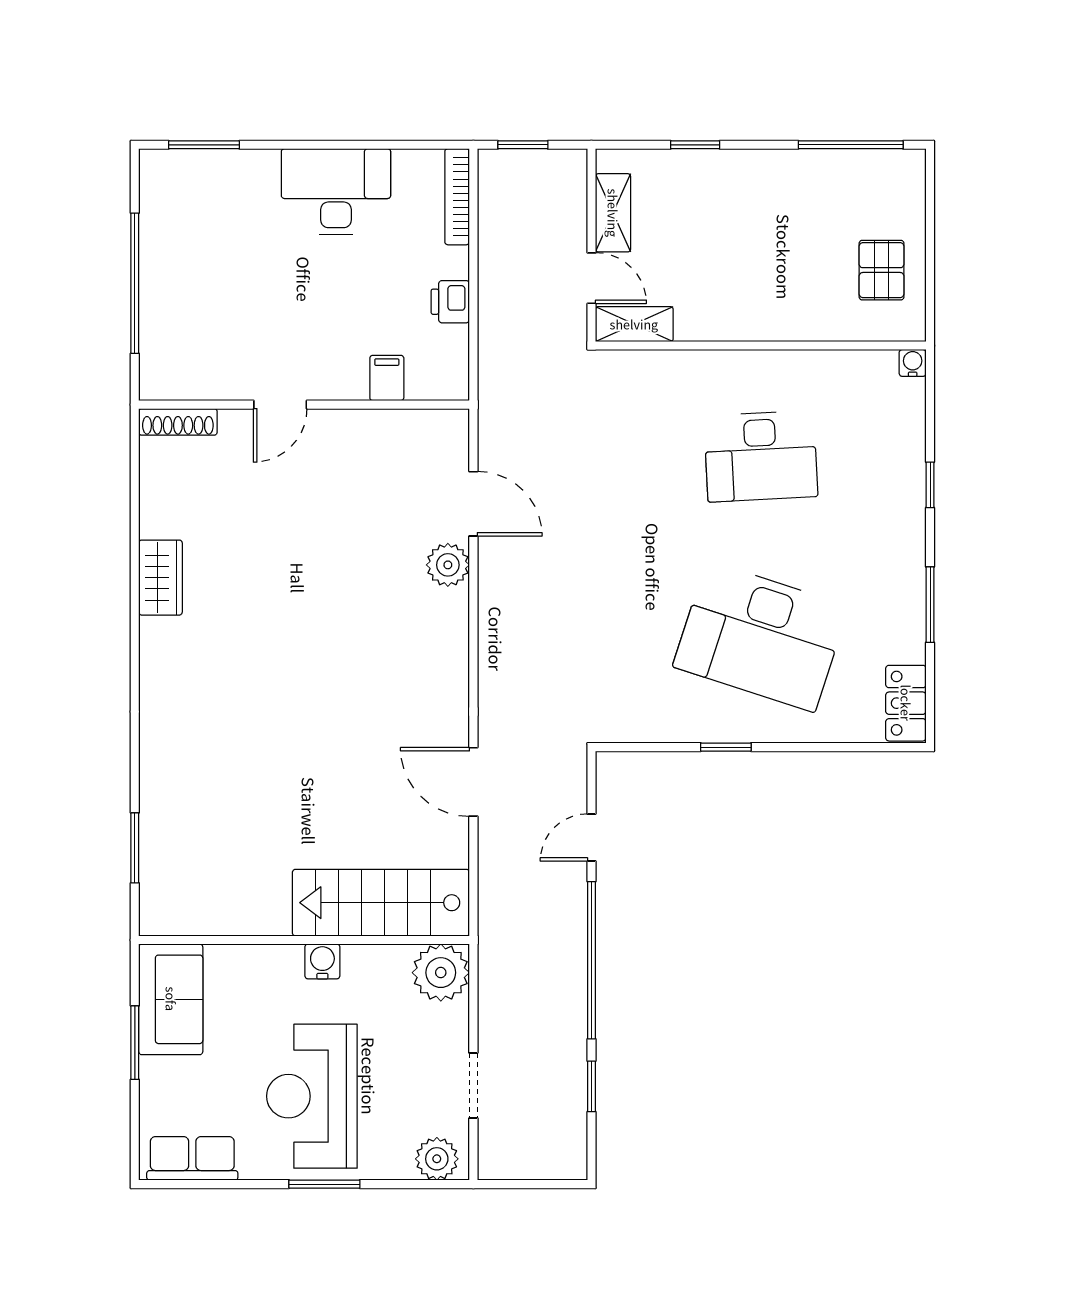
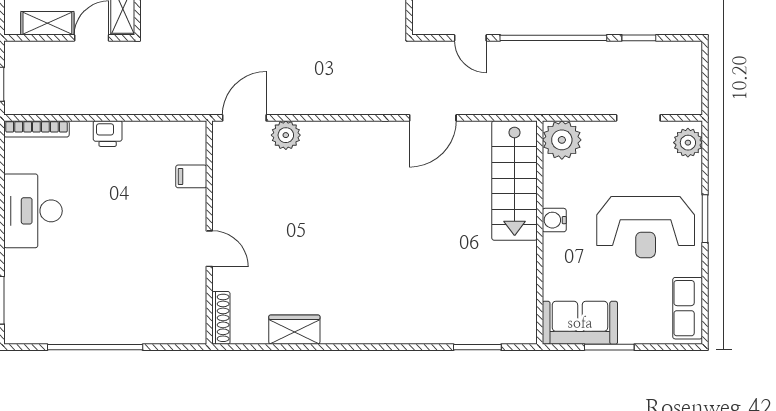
filing cabinet: (387, 378) -> (191, 176), moved
door: (280, 405) -> (209, 249), moved
wall: (304, 405) -> (209, 232), moved
shoe rack: (178, 422) -> (221, 318), moved

